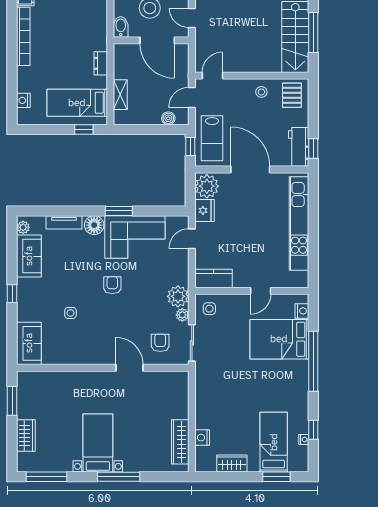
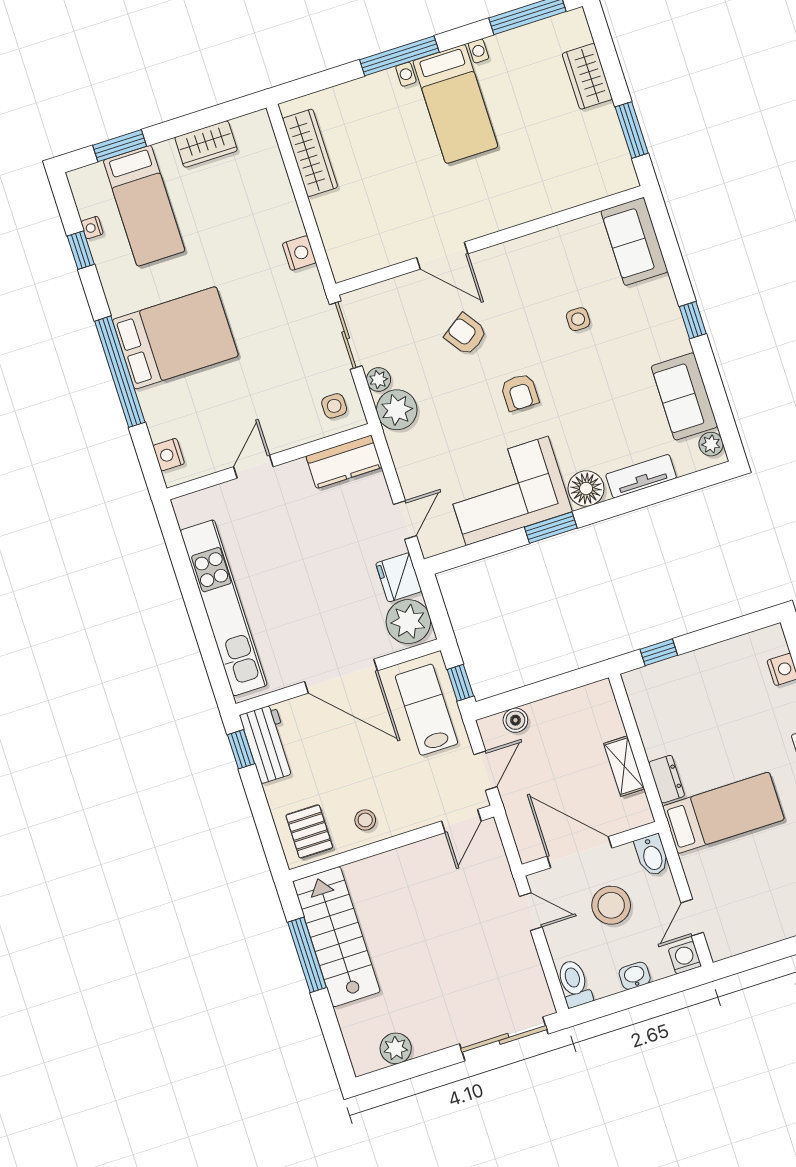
shelving: (120, 95) -> (624, 766), moved
bed: (77, 103) -> (723, 813), moved
bed: (279, 339) -> (175, 338), moved
armchair: (160, 343) -> (466, 334), moved, turned 145
nightstand: (202, 438) -> (299, 253), moved

